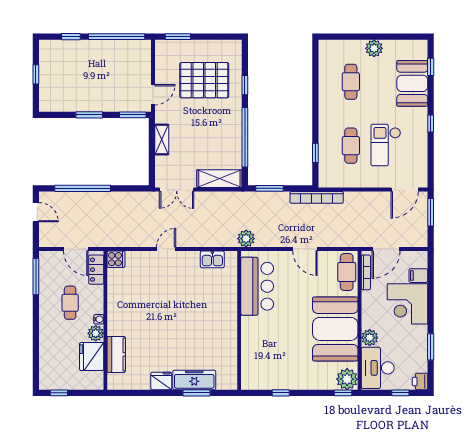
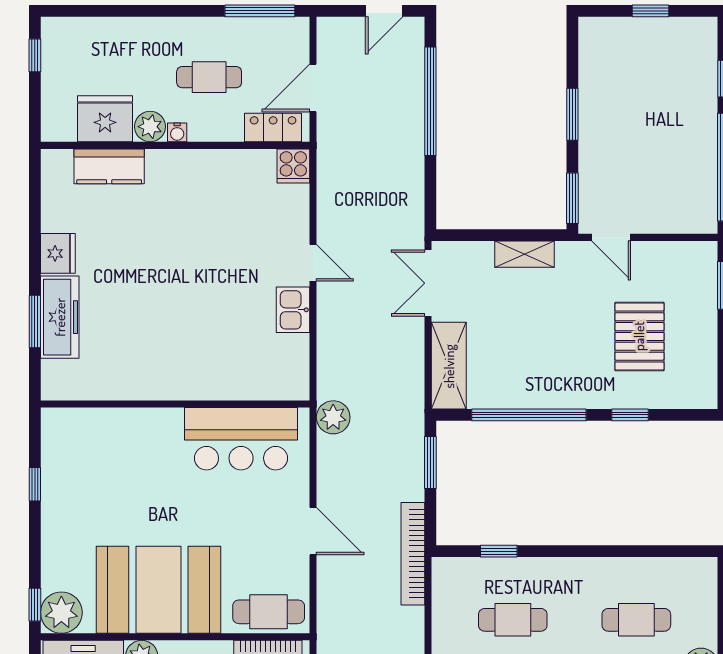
pallet: (204, 80) -> (639, 336), width x0.73, depth x0.71
door: (305, 249) -> (313, 531), swing flipped
kitchen sink: (212, 259) -> (293, 310), moved

